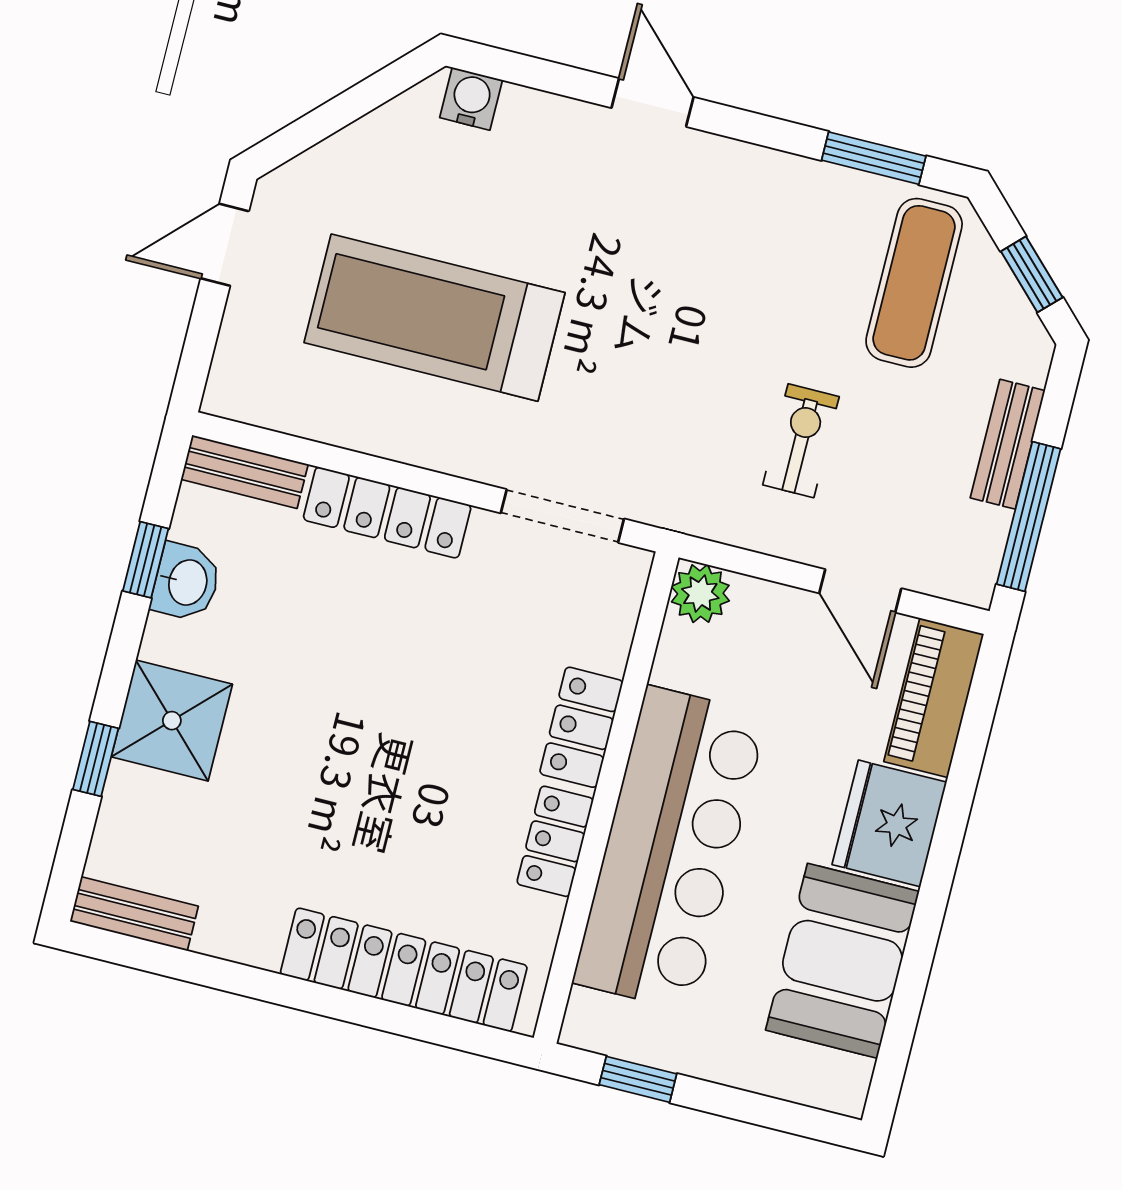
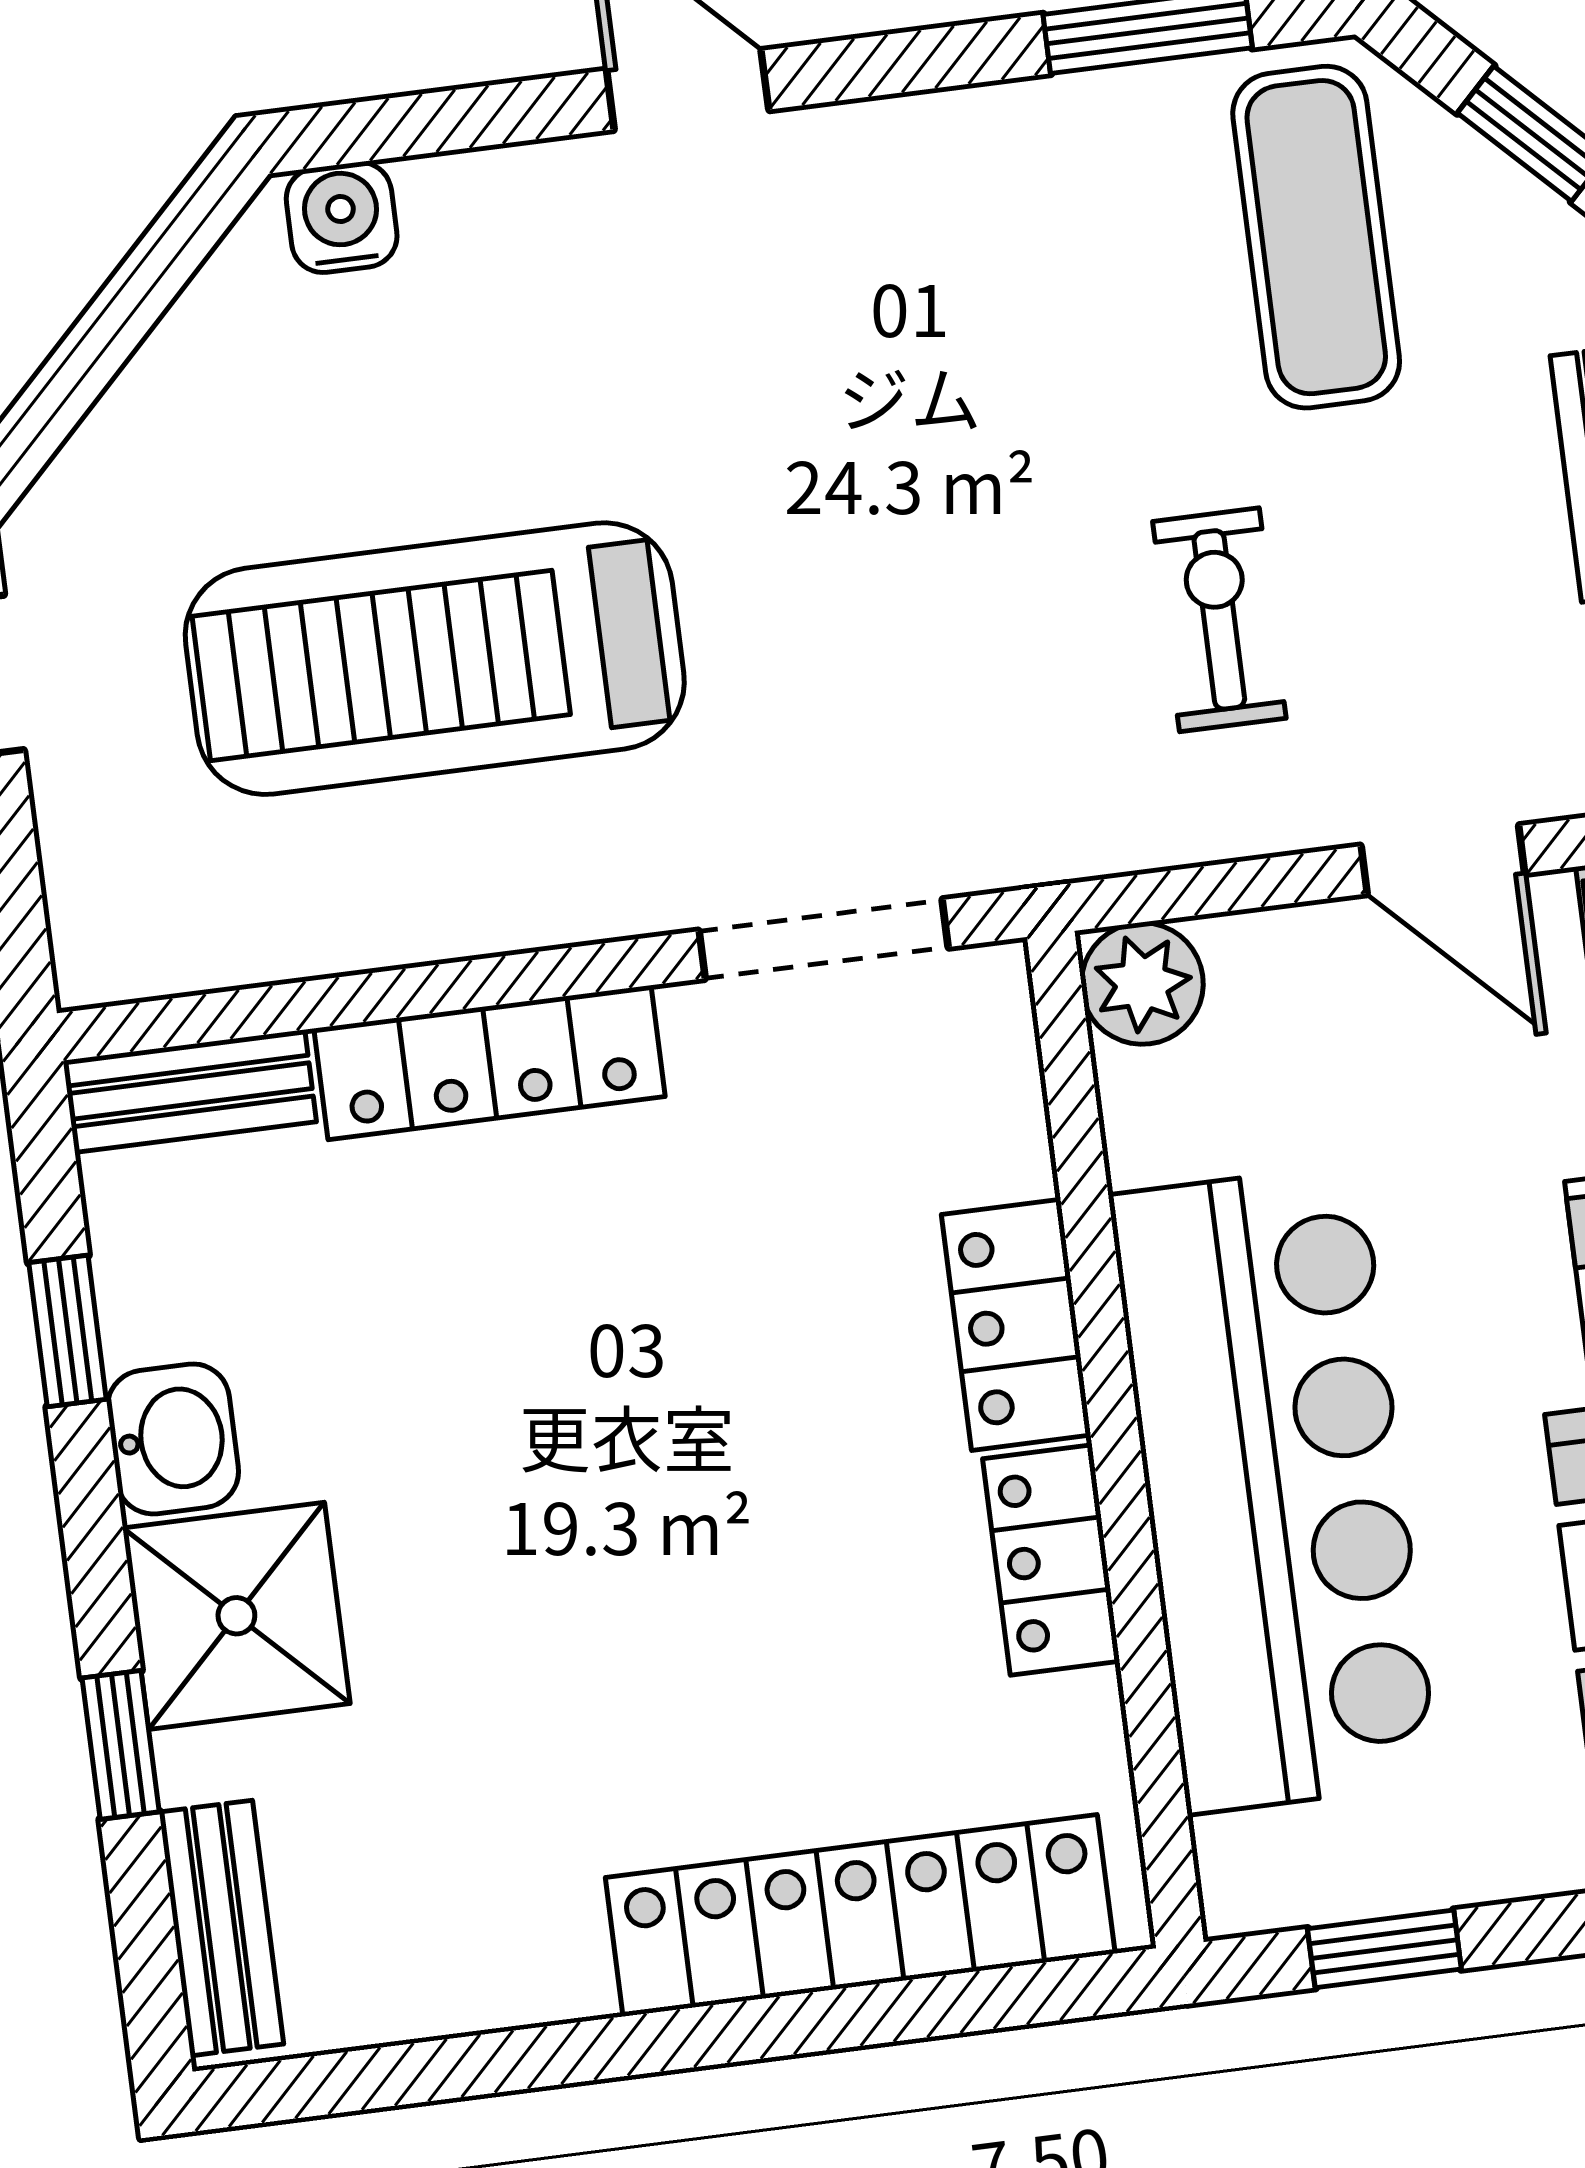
washbasin: (186, 582) -> (173, 1439), moved
bench: (134, 914) -> (221, 1928), moved, turned 90

